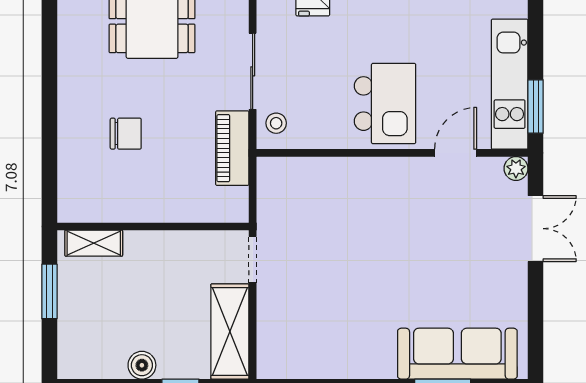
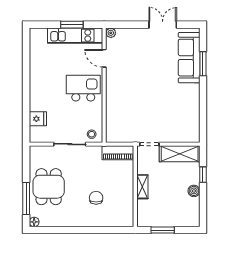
window: (536, 106) -> (72, 25), moved
piano: (232, 148) -> (118, 153), moved
double door: (536, 229) -> (163, 25), moved
shelving: (94, 243) -> (142, 187), moved

